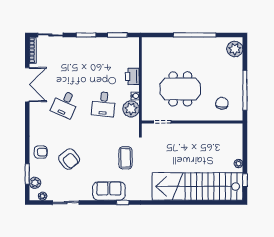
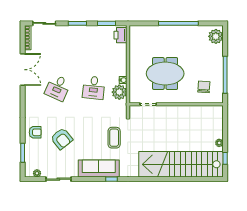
printer: (132, 76) -> (120, 35), moved
plant: (35, 183) -> (30, 161), removed
sofa: (109, 191) -> (99, 168), width x1.36

